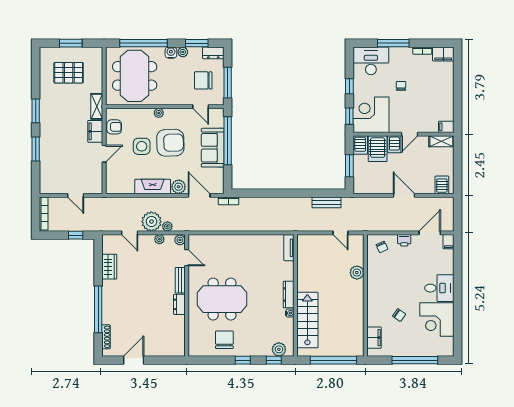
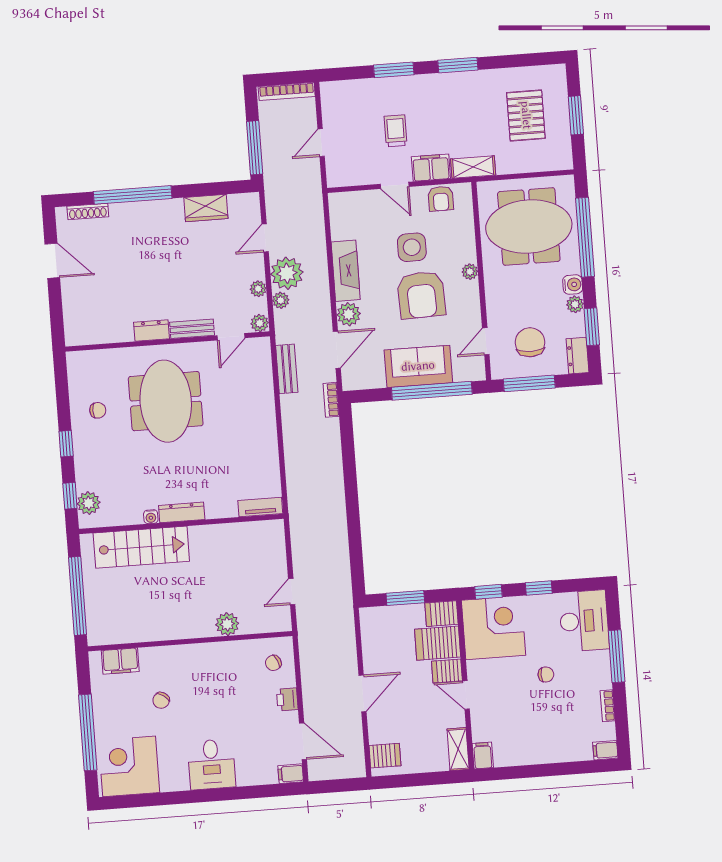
filing cabinet: (443, 54) -> (605, 750), width x0.50
trolley: (72, 151) -> (396, 131), added
bench: (327, 202) -> (287, 369), moved
window: (76, 235) -> (255, 148), width x2.17
corner desk: (437, 319) -> (129, 766), moved
chair: (224, 340) -> (98, 410), width x0.54, depth x0.54

